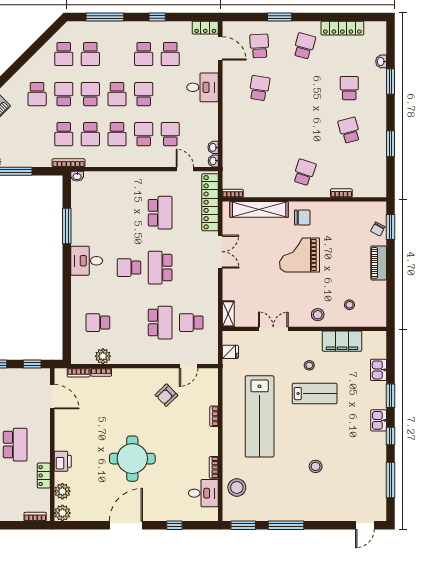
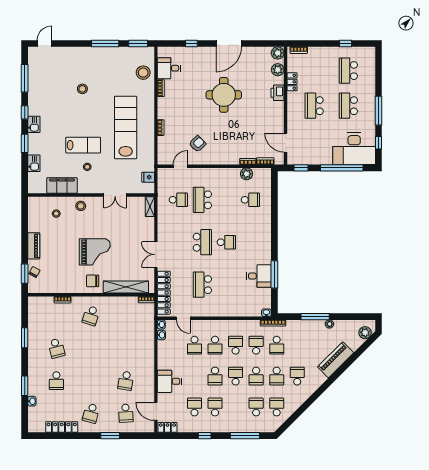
school desk: (64, 134) -> (277, 345), turned 180
desk: (87, 261) -> (259, 276), moved
lab bench: (315, 394) -> (83, 145), turned 180

